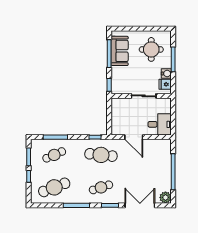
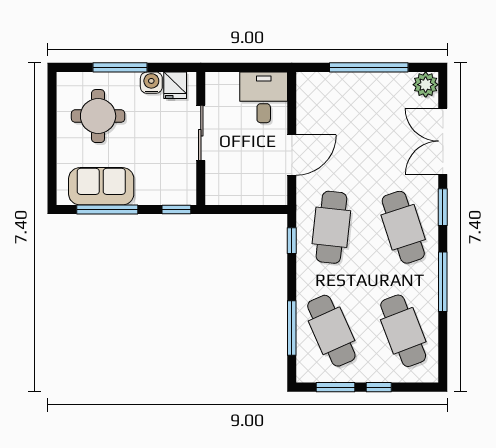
cafe table: (54, 155) -> (331, 331), width x1.37, depth x1.35
cafe table: (101, 187) -> (403, 227), width x1.37, depth x1.35

